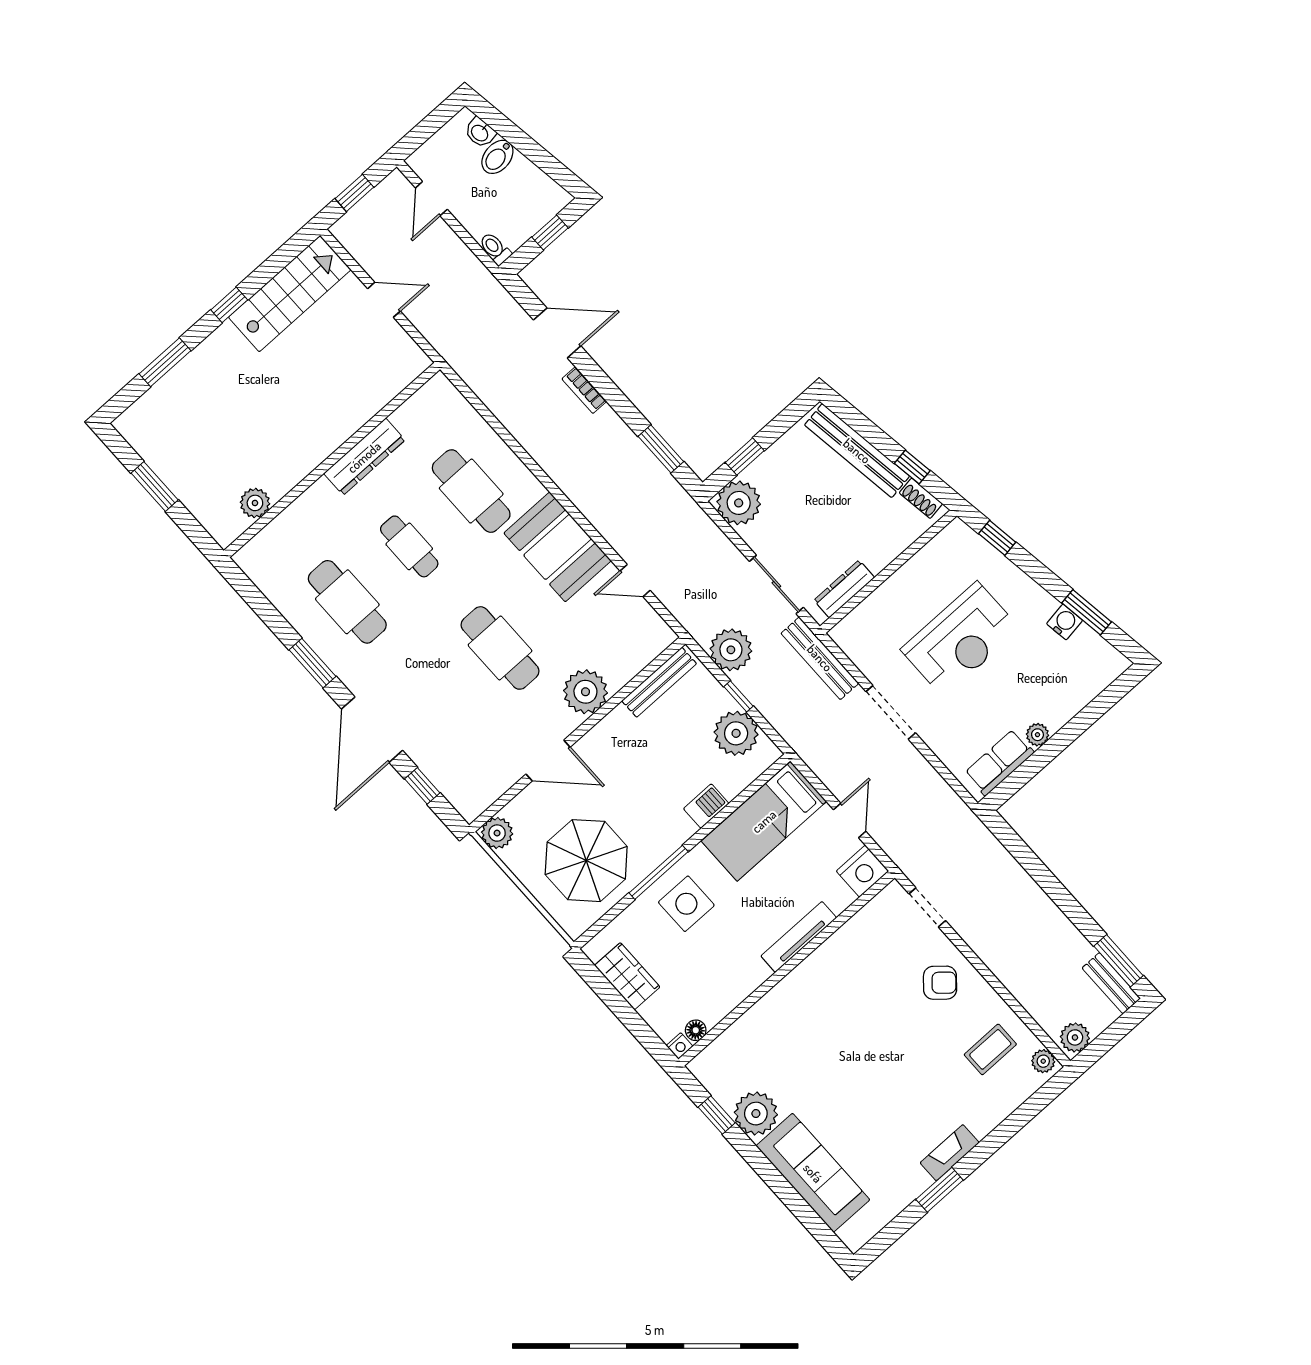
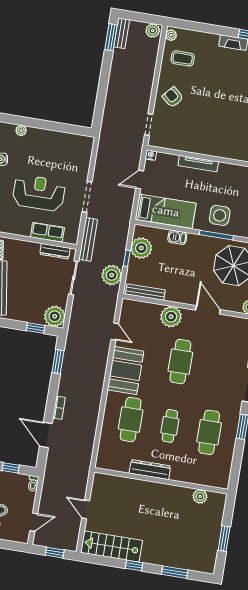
plant: (1037, 735) -> (21, 130), moved
row of seats: (999, 763) -> (47, 232), moved, turned 180
nightstand: (863, 871) -> (151, 155), width x0.53, depth x0.56

